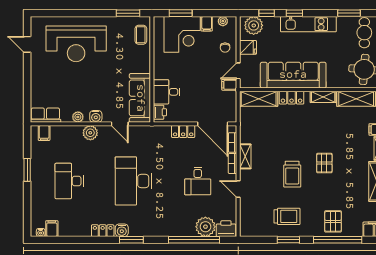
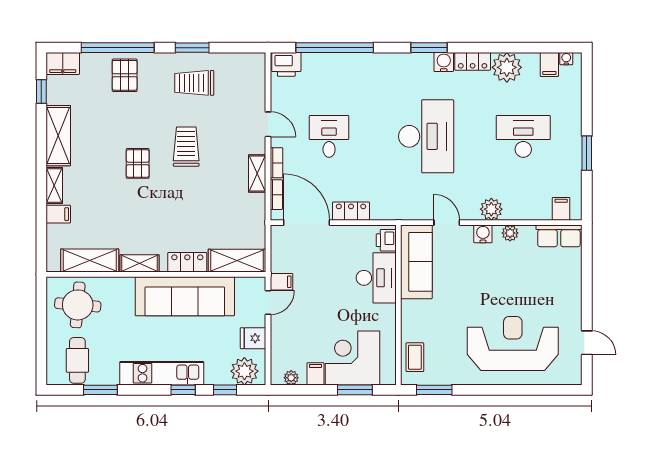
chair: (225, 48) -> (288, 338), removed
desk: (166, 92) -> (376, 278), width x1.37
desk: (69, 181) -> (523, 136), turned -90
plant: (205, 227) -> (507, 67), moved

